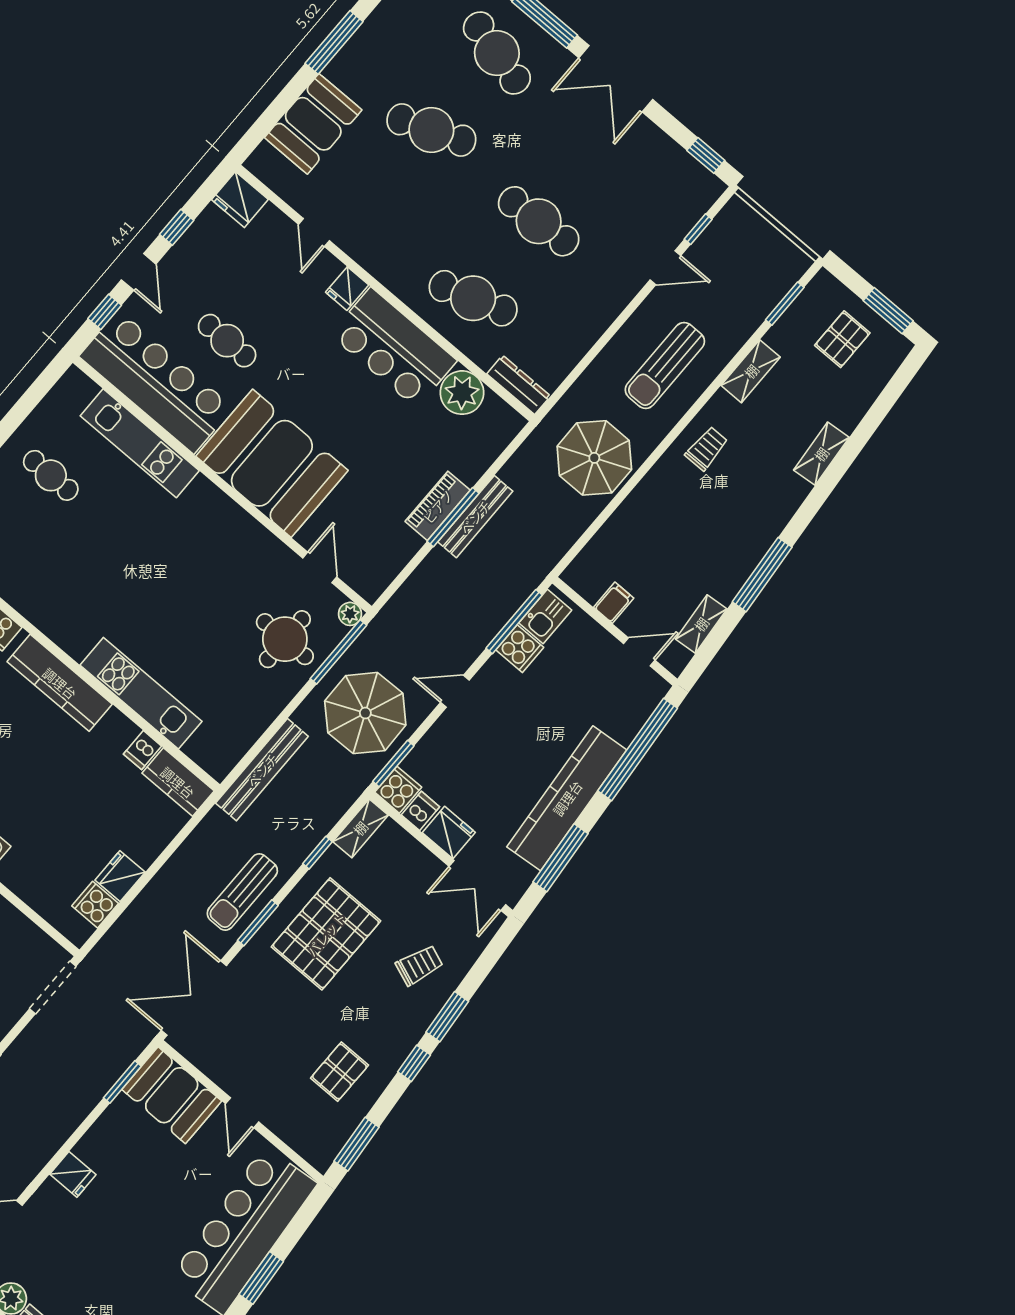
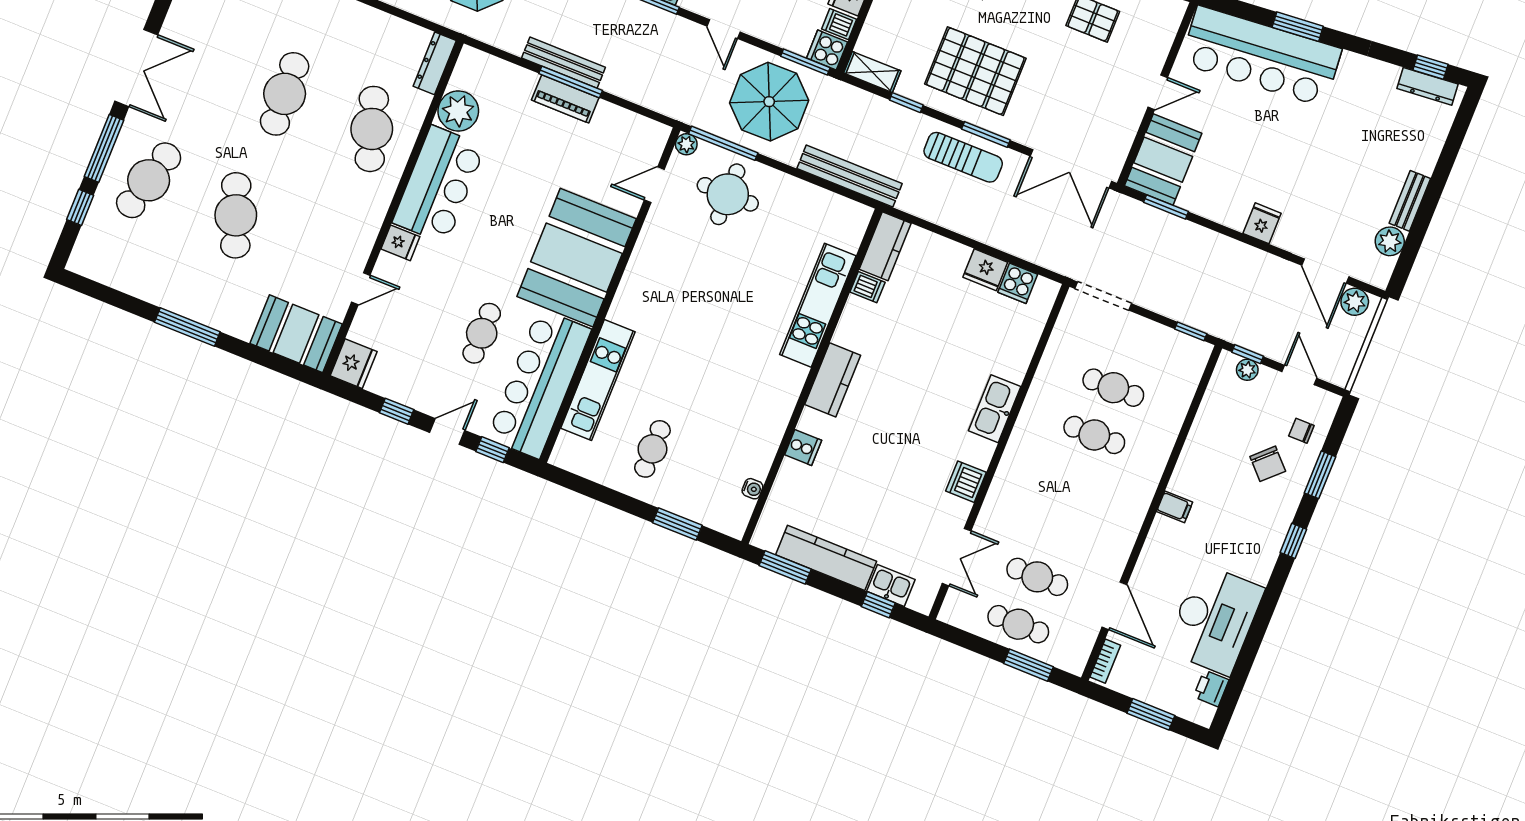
booth: (313, 124) -> (296, 334), moved
kitchen counter: (60, 683) -> (833, 380), width x0.67

